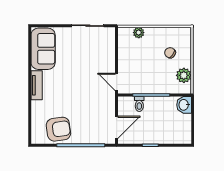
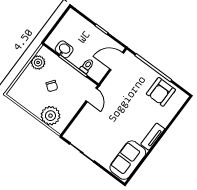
plant: (139, 33) -> (50, 116), width x1.88, depth x1.88
chair: (170, 53) -> (52, 86), moved
washbasin: (184, 105) -> (64, 49), moved, turned -90
armchair: (58, 129) -> (161, 92), turned -82

